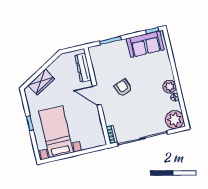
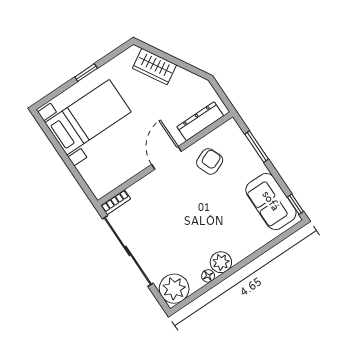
armchair: (123, 88) -> (210, 161), moved

